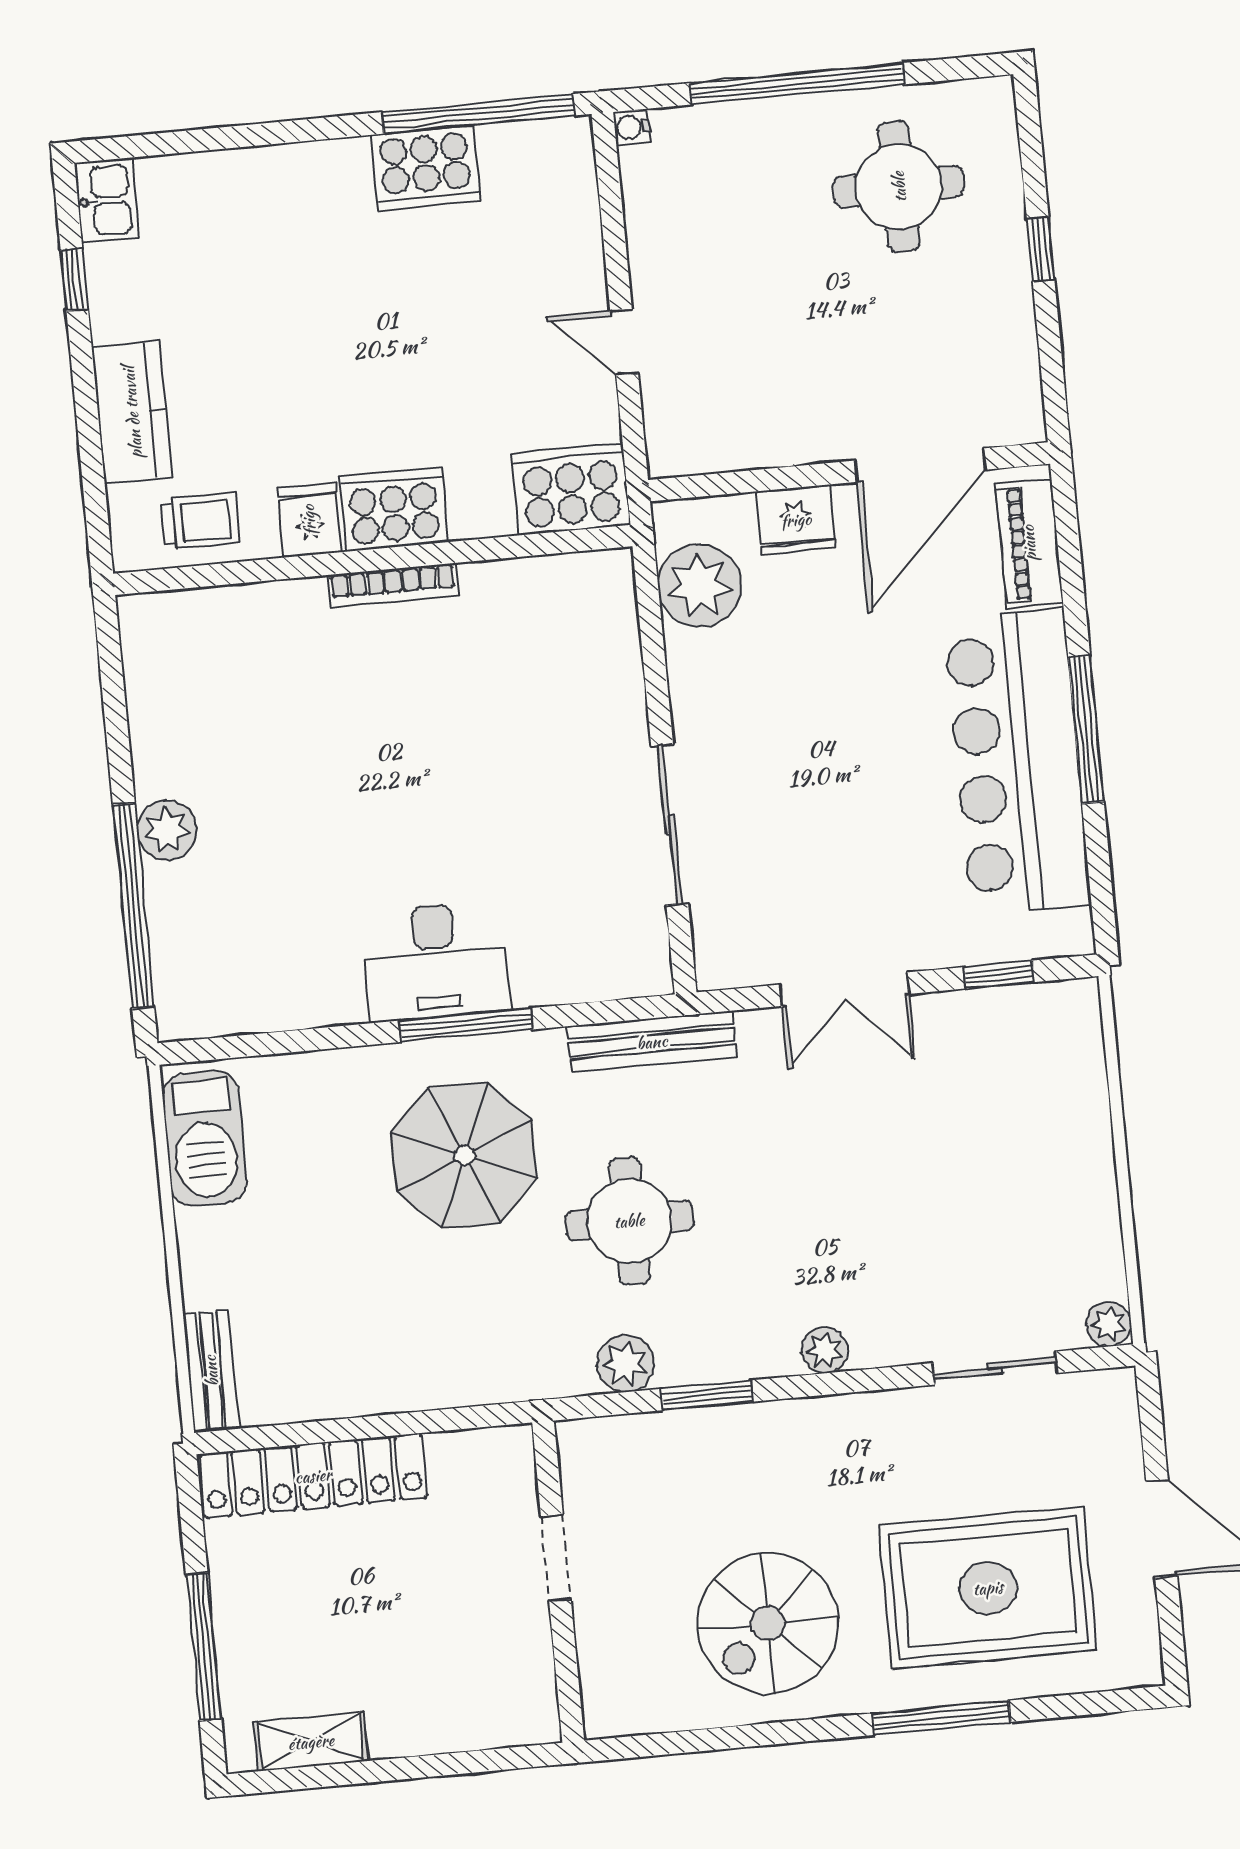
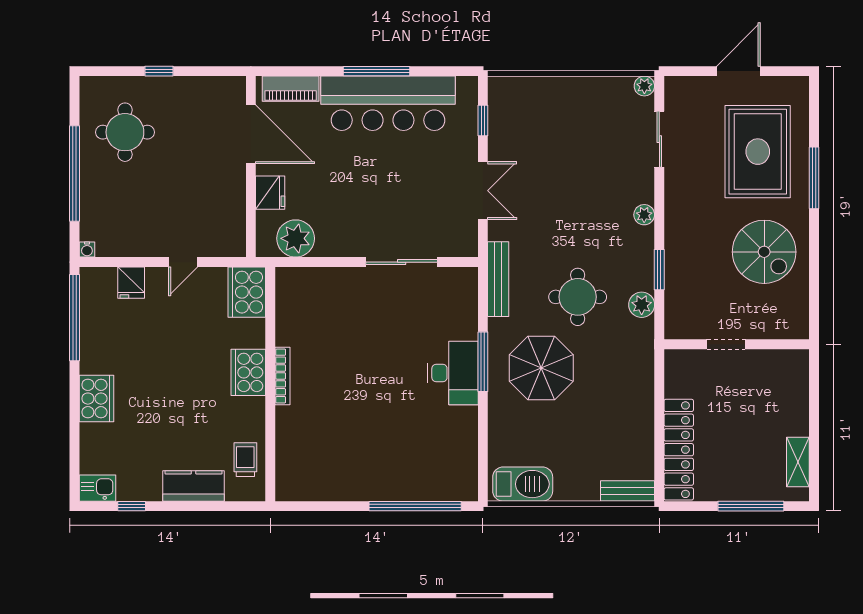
cooker: (426, 168) -> (96, 399), moved
fridge: (309, 520) -> (131, 283), moved, turned -90
plant: (167, 830) -> (383, 488), removed

